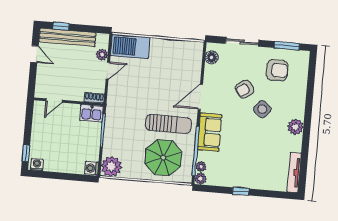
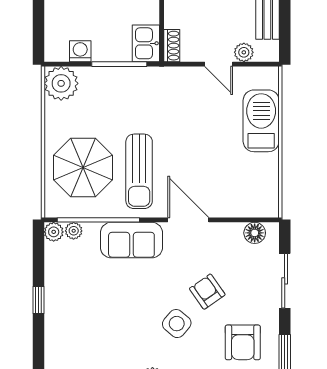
barbecue: (130, 47) -> (261, 121), moved
washing machine: (92, 168) -> (80, 51), moved

